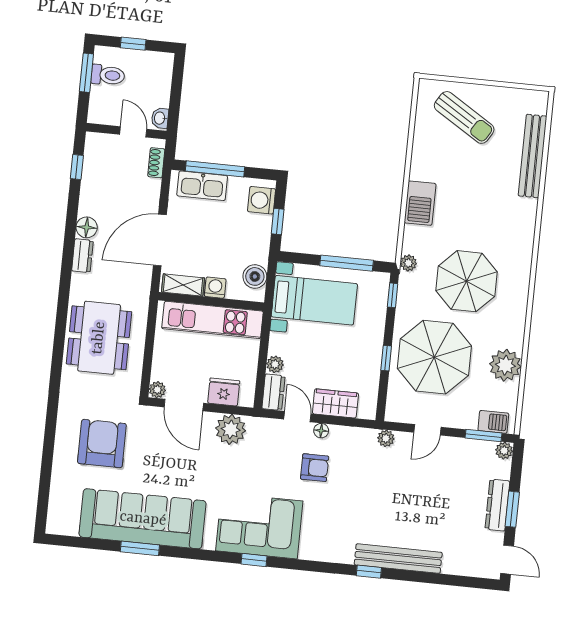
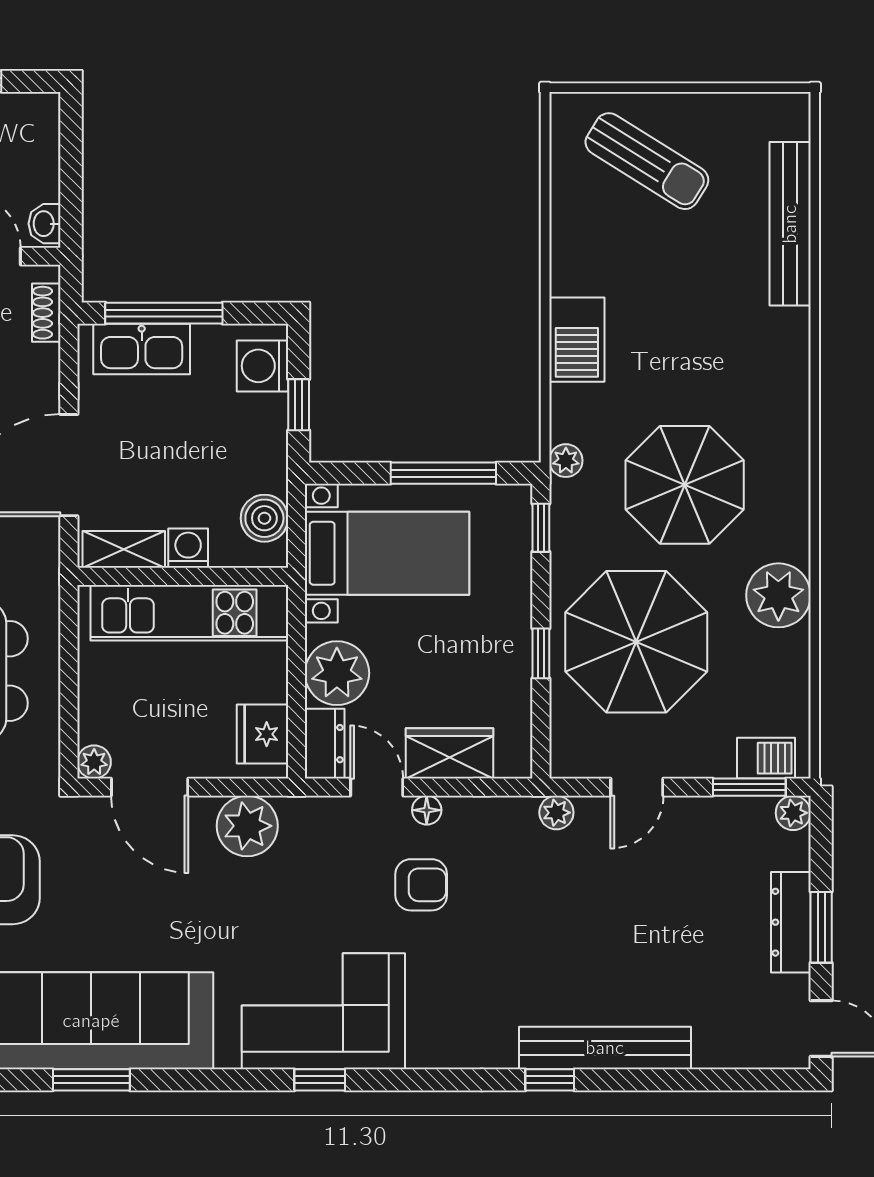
plant: (275, 364) -> (337, 673), width x1.87, depth x1.87
plant: (505, 365) -> (778, 595), moved
fridge: (224, 392) -> (263, 734), moved, turned -90

